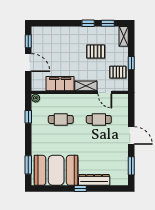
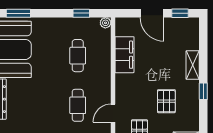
window: (108, 23) -> (203, 117), removed
door: (28, 63) -> (152, 13), hinge flipped
shelving: (86, 86) -> (193, 65), moved

